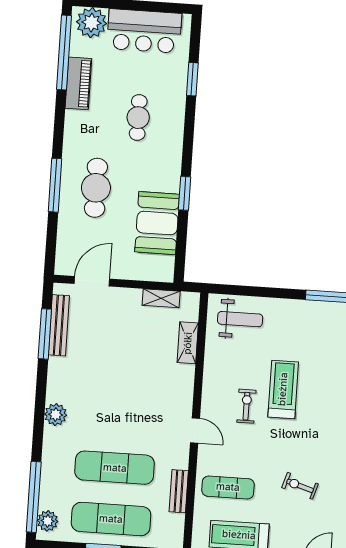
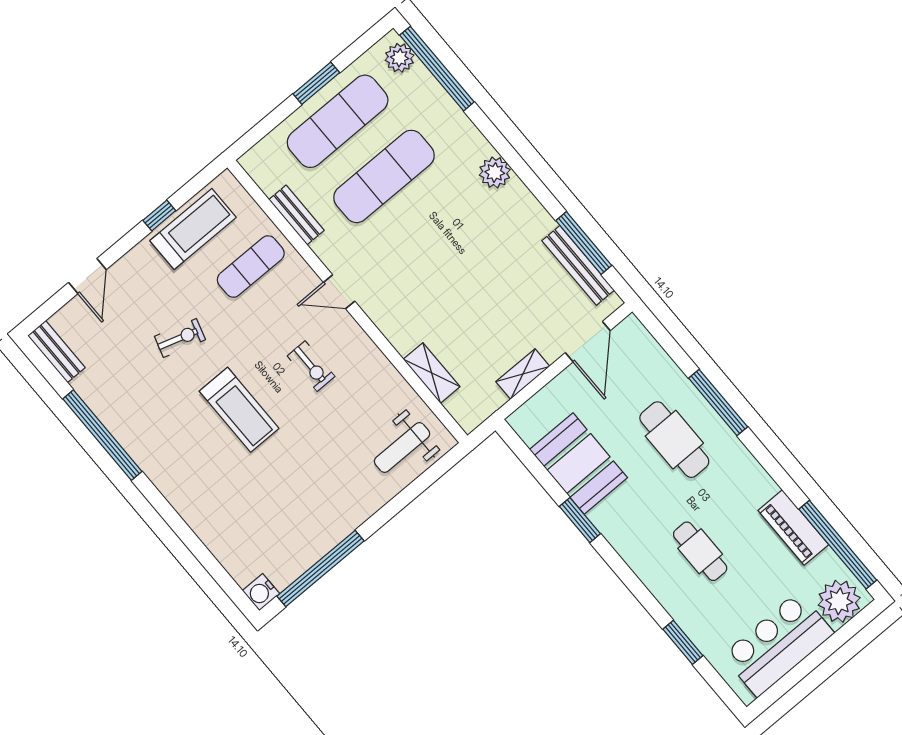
shelving: (161, 298) -> (523, 374), moved
treadmill: (283, 389) -> (239, 410), moved

